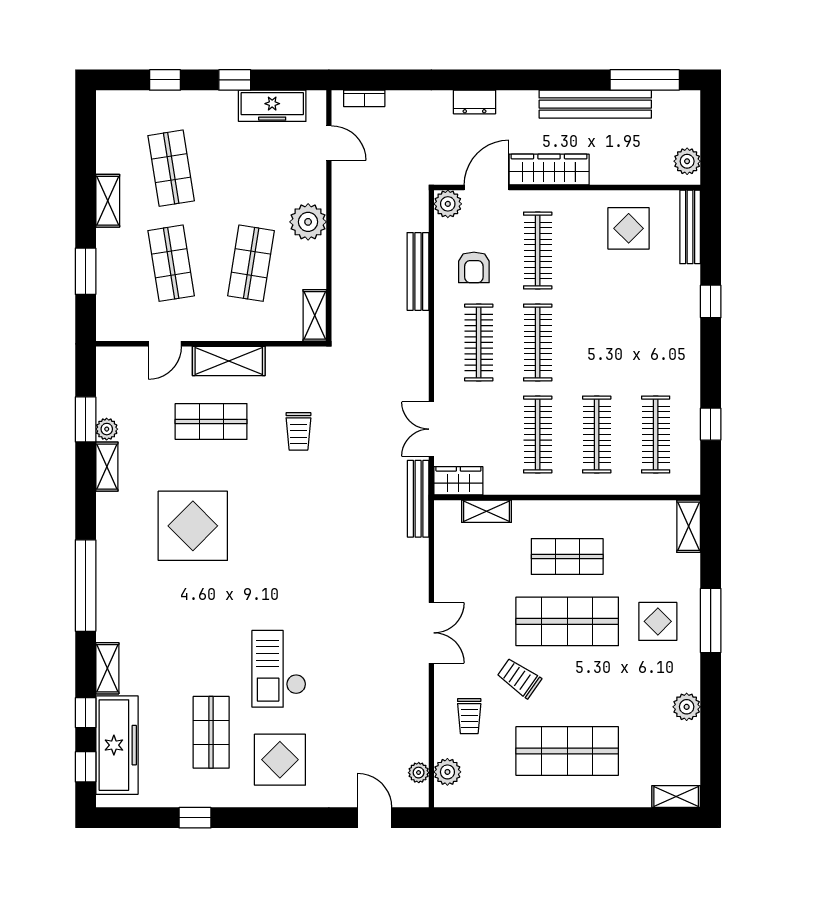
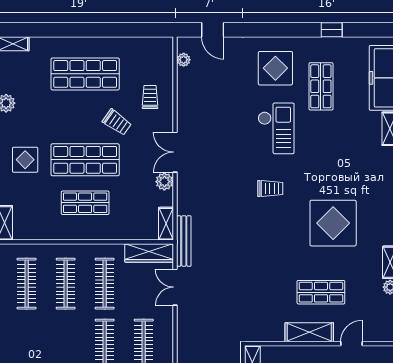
double door: (431, 429) -> (175, 287), swing flipped
trolley: (298, 431) -> (270, 189), moved, turned 90
wardrobe: (458, 481) -> (149, 253), width x1.50
shelving: (486, 511) -> (166, 224), moved, turned 90
plant: (447, 772) -> (164, 182), moved

